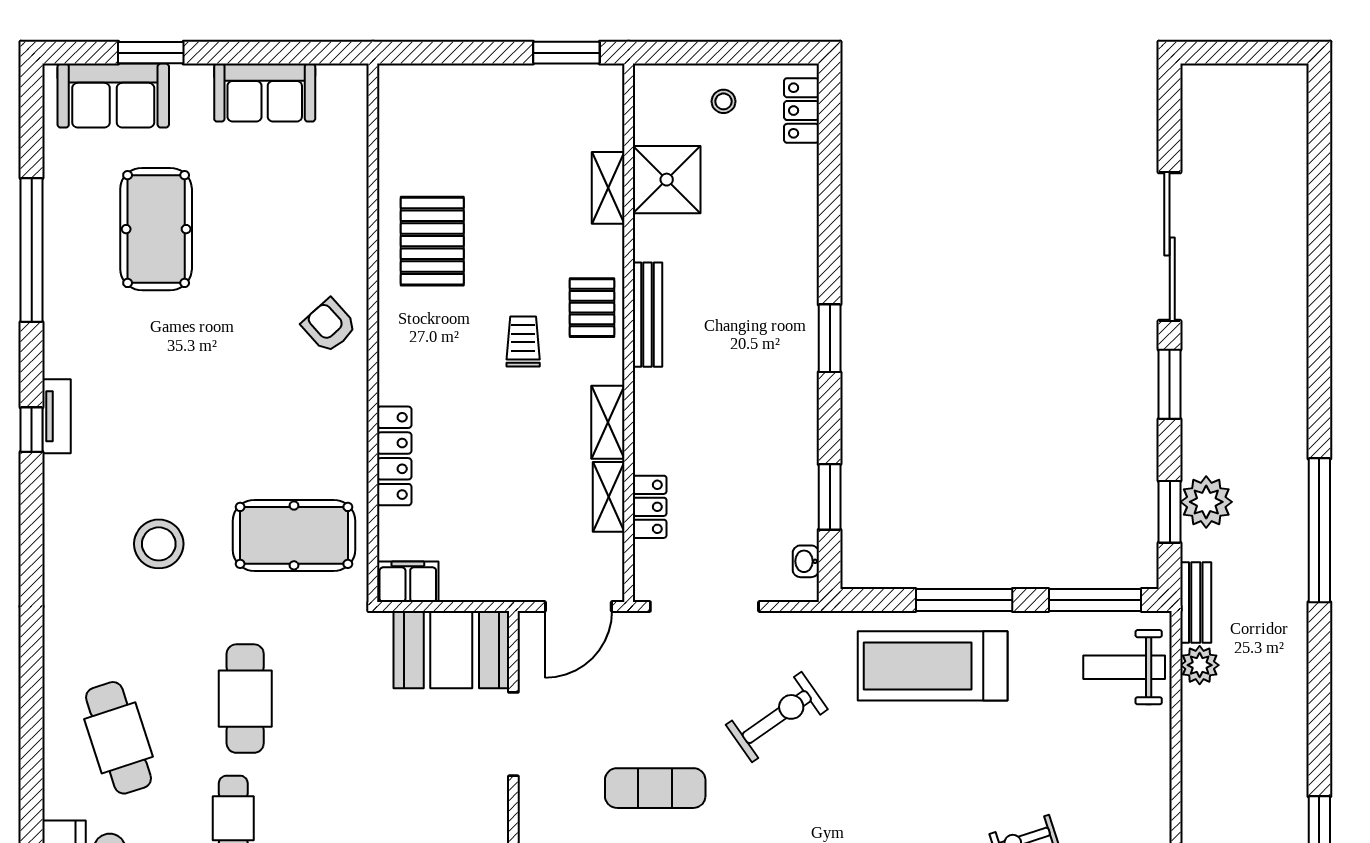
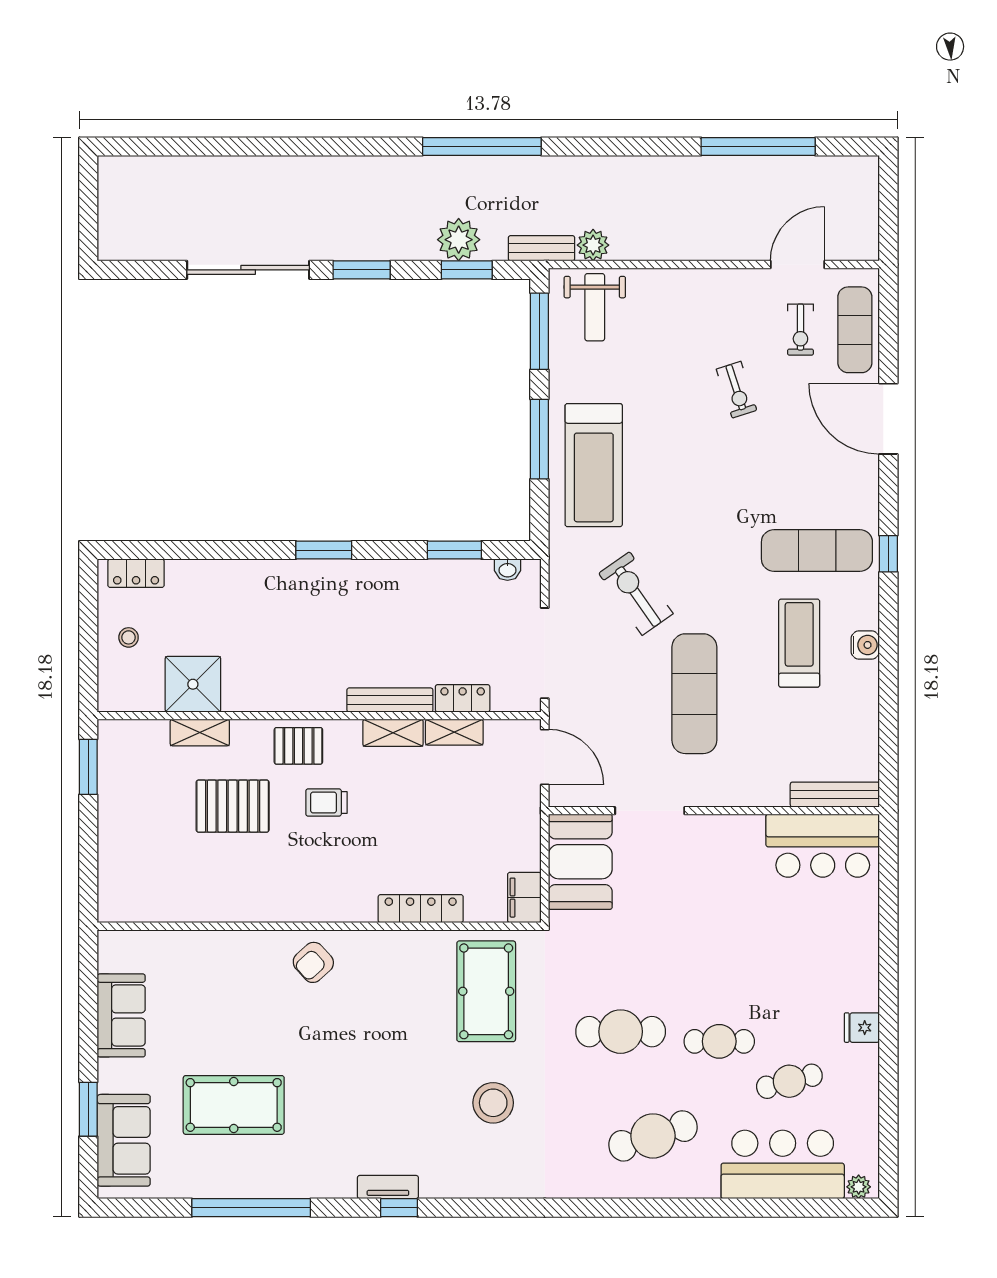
pallet: (432, 241) -> (233, 806), moved
bench: (648, 315) -> (390, 700), moved
exercise mat: (655, 788) -> (694, 694), width x1.36, depth x1.45

